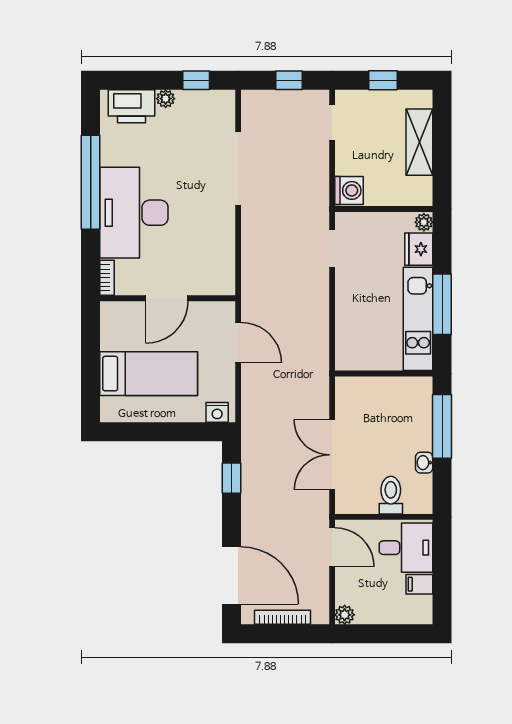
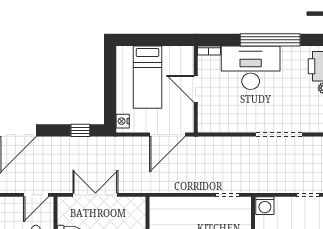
door: (238, 343) -> (167, 135), width x1.36

